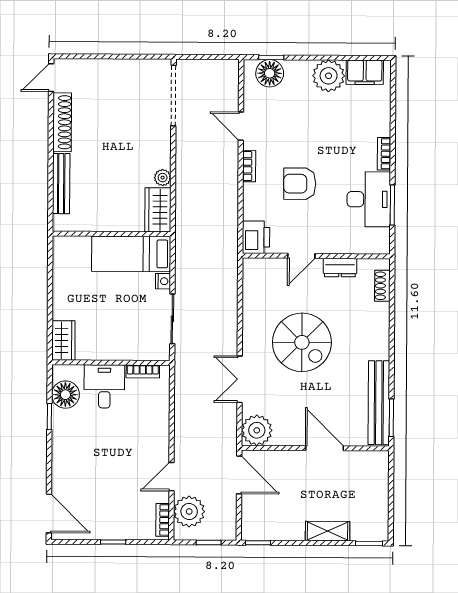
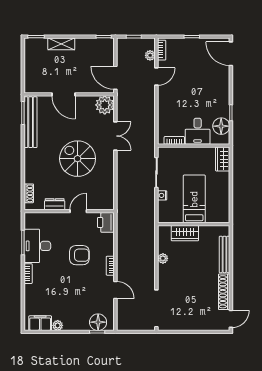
plant: (329, 76) -> (58, 325), width x0.53, depth x0.53
wardrobe: (158, 210) -> (185, 233), moved, turned 90
bed: (131, 254) -> (194, 199), moved, turned -90
plant: (189, 511) -> (150, 55), width x0.53, depth x0.53

